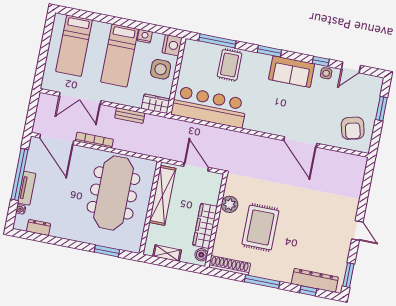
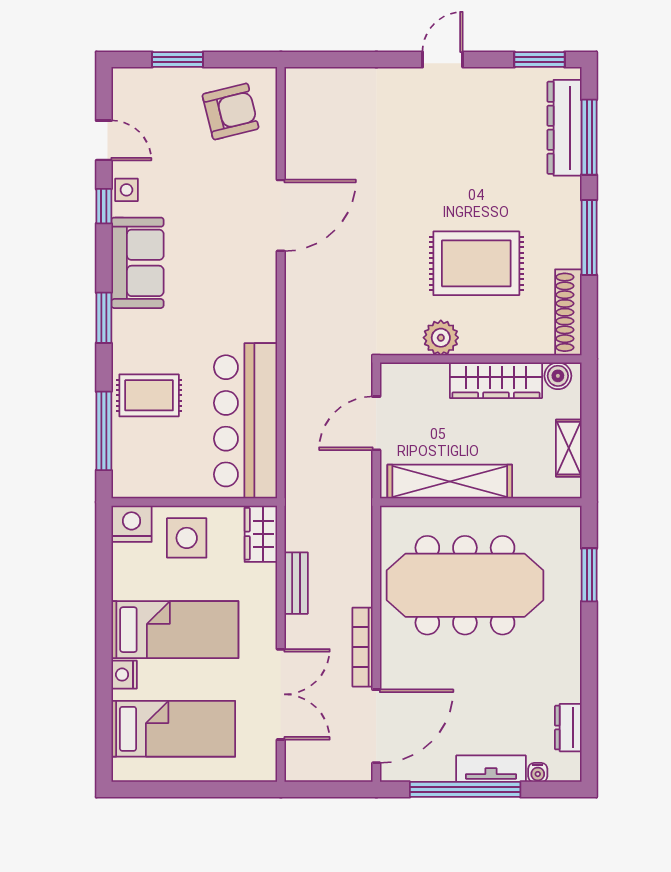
nightstand: (145, 36) -> (124, 675), moved
window: (308, 291) -> (589, 137), width x2.17

